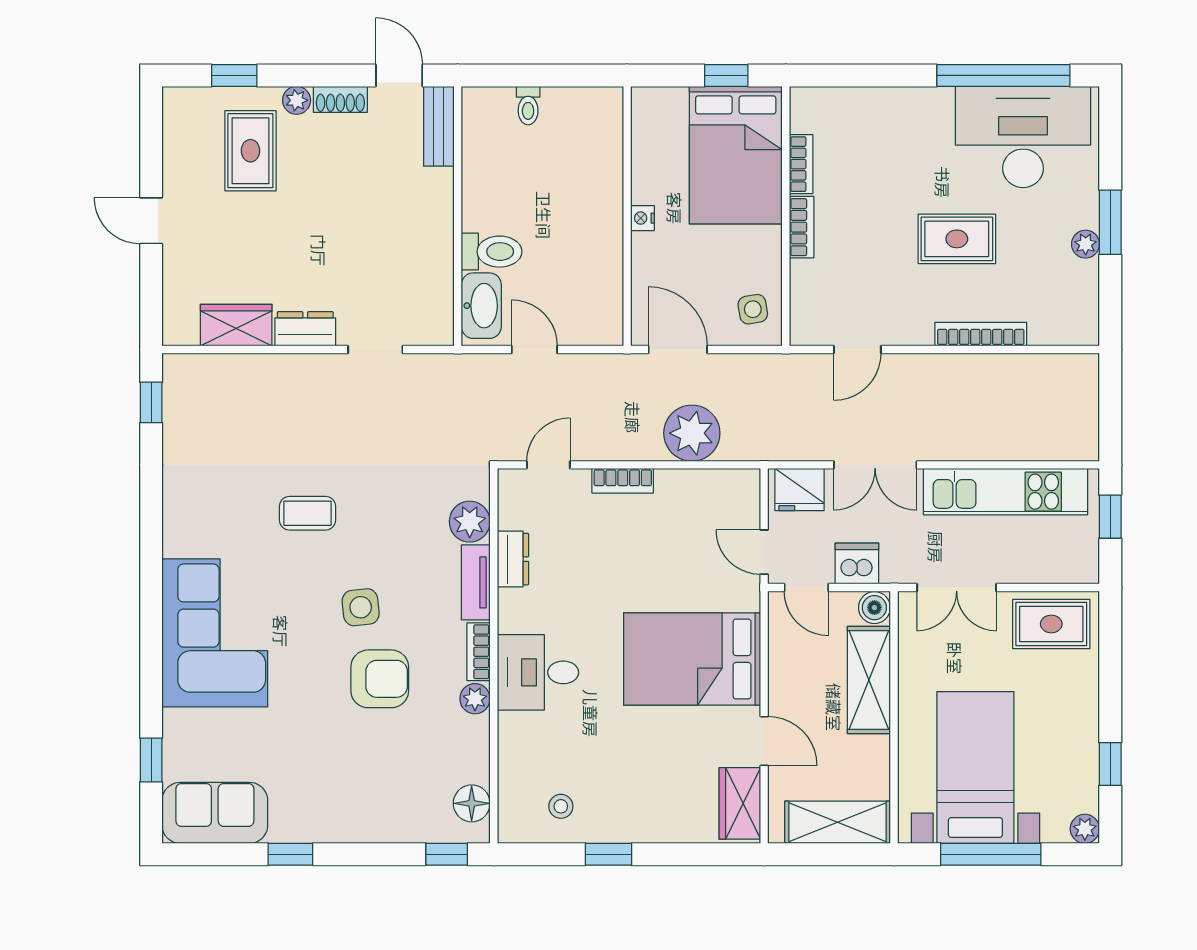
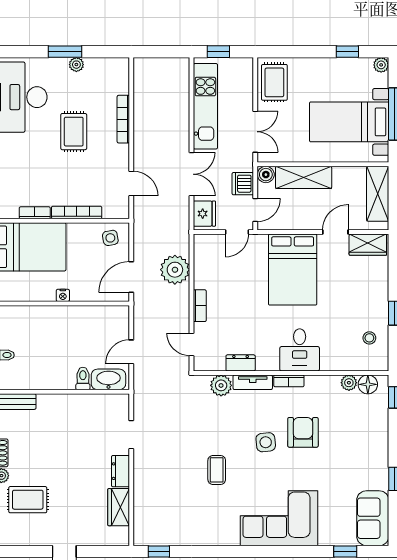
bookcase: (802, 227) -> (77, 212), width x1.56
toilet: (492, 252) -> (83, 378), width x0.73, depth x0.72
plant: (475, 699) -> (349, 383), moved

